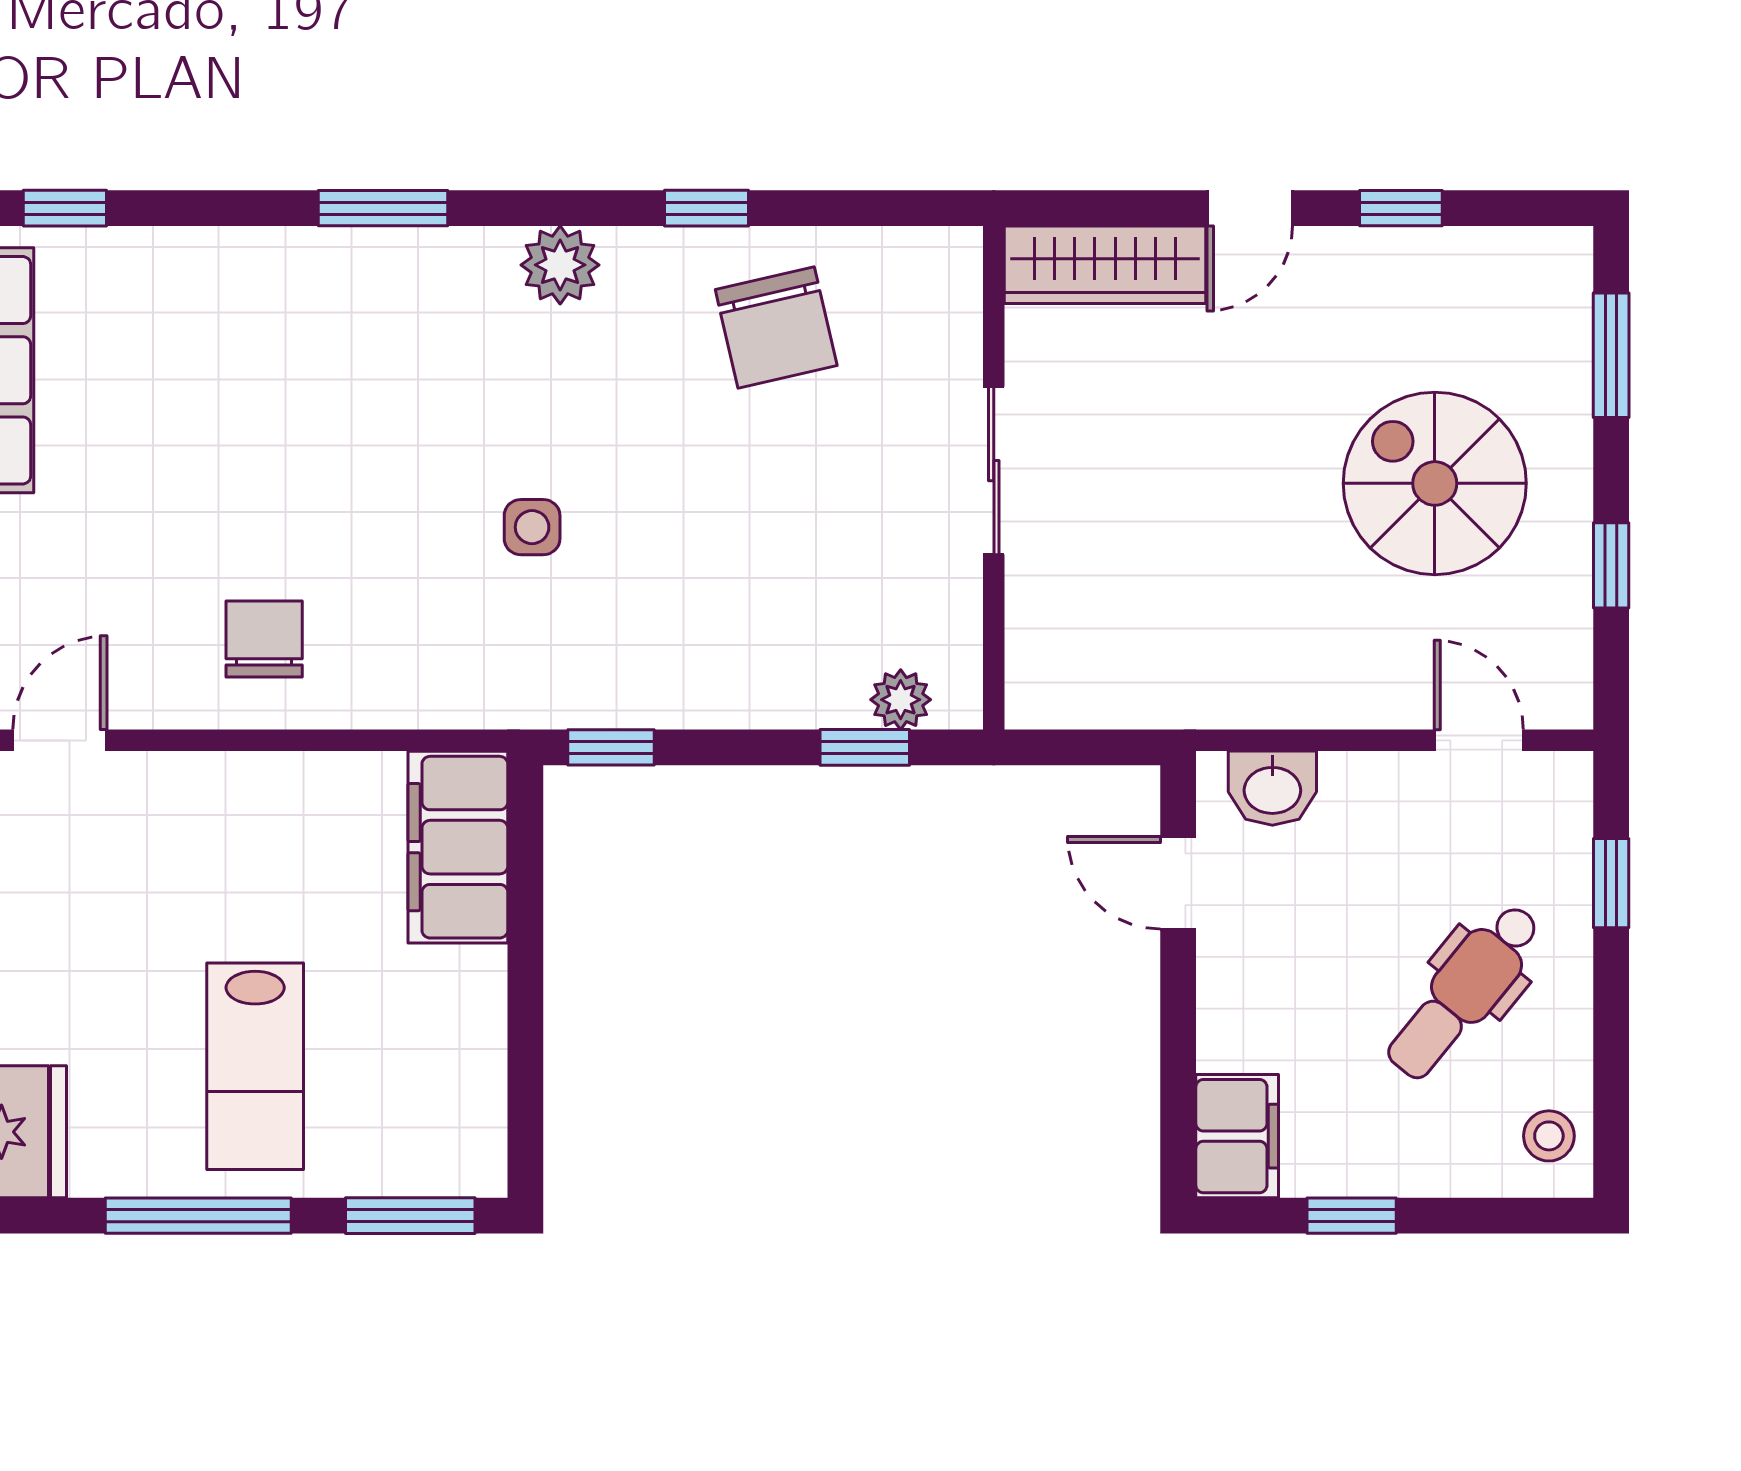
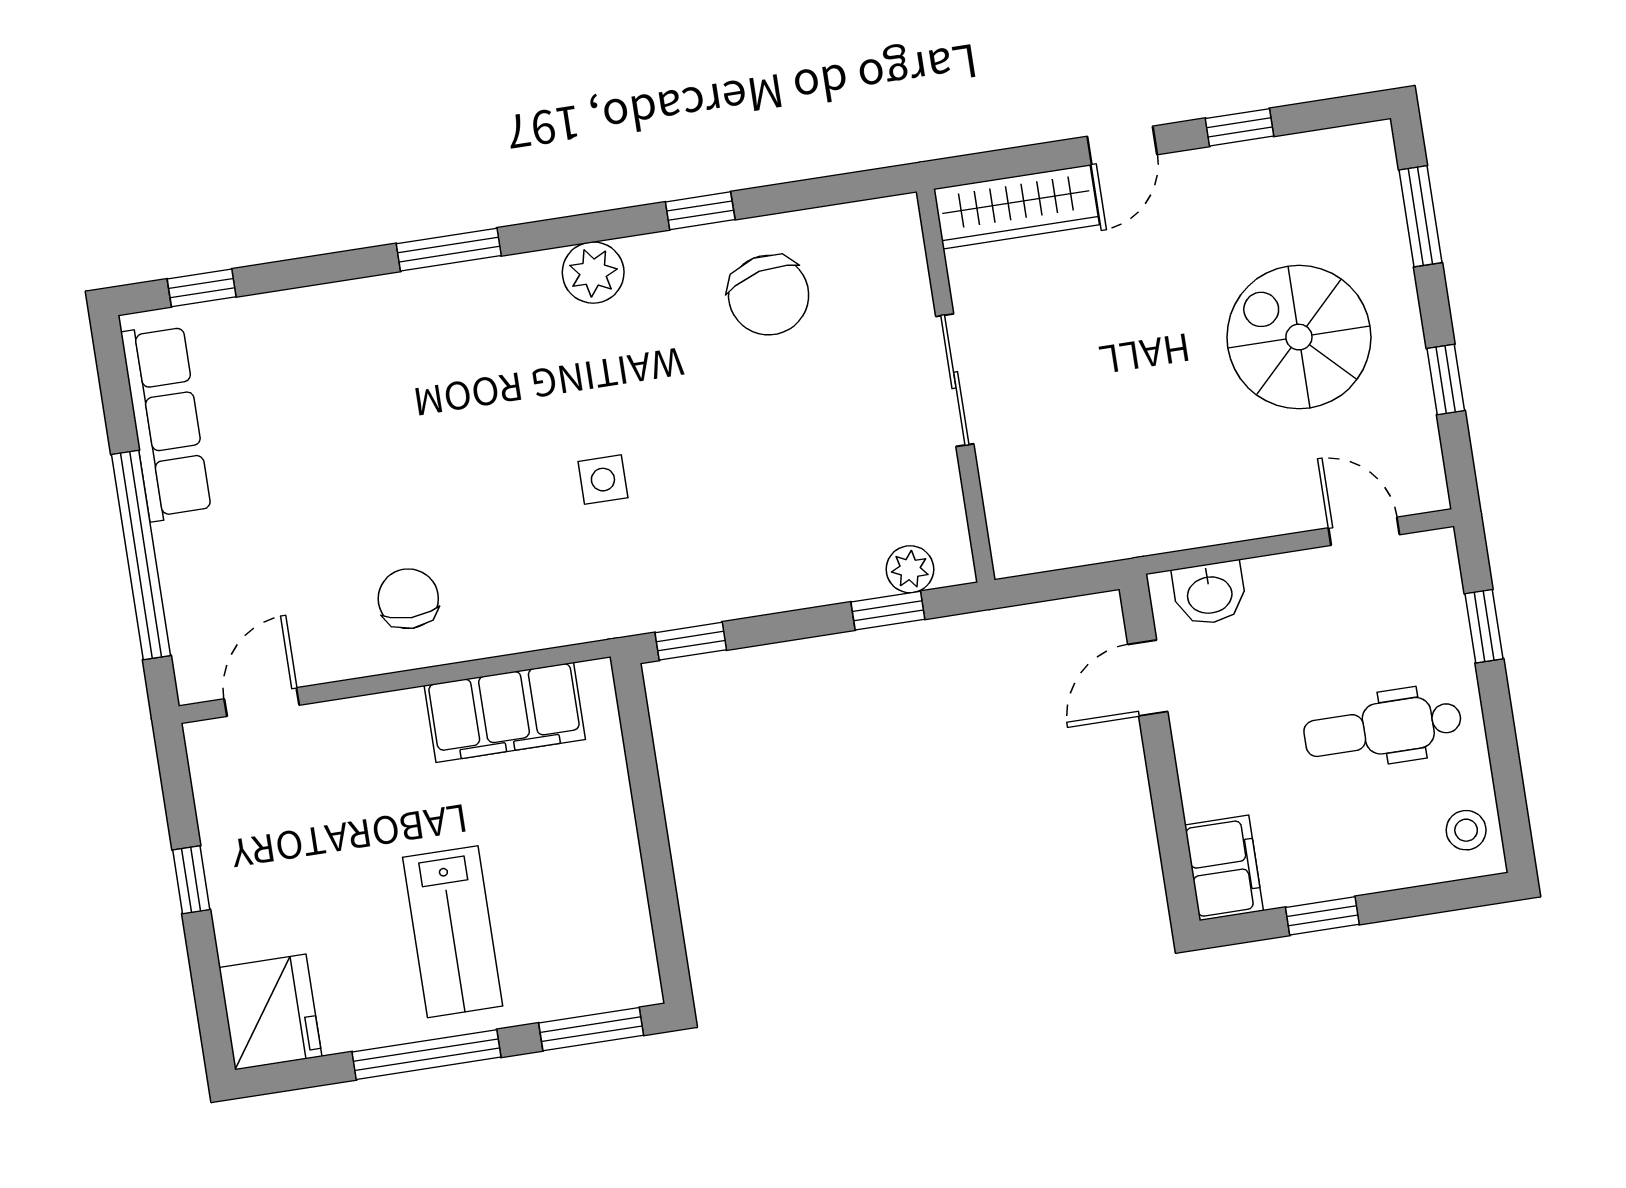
filing cabinet: (458, 847) -> (505, 712), moved, turned -90
door: (1178, 883) -> (1148, 678), hinge flipped
dental chair: (1464, 991) -> (1383, 728), turned 51

